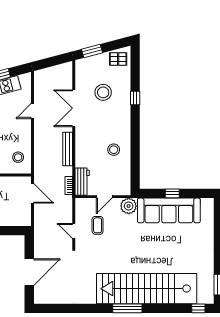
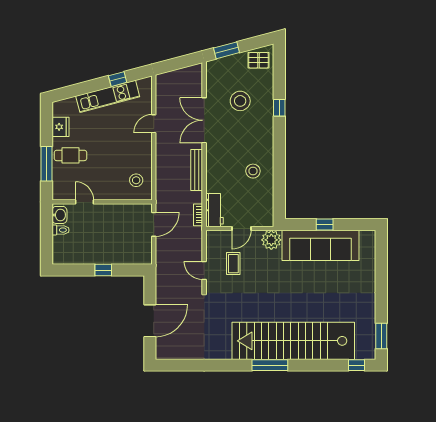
door: (32, 193) -> (154, 224), hinge flipped

